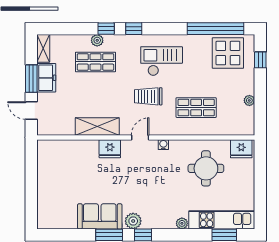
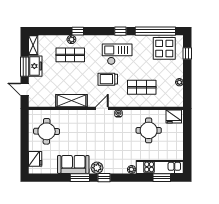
window: (134, 29) -> (120, 31), moved
fridge: (110, 149) -> (35, 159), moved, turned -90
round table: (62, 170) -> (47, 131), added

